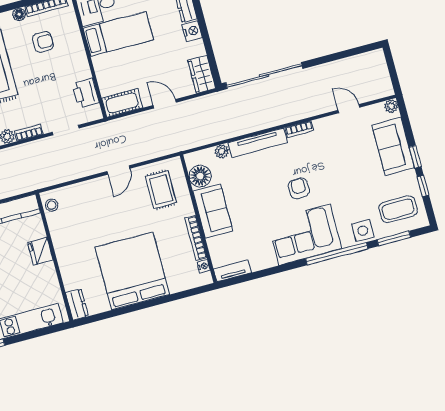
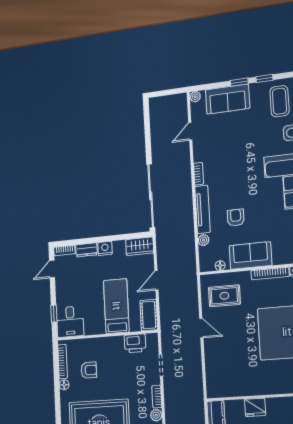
bed: (118, 34) -> (116, 306), moved
armchair: (43, 42) -> (89, 370), turned 90
floor lamp: (200, 176) -> (220, 266), width x0.53, depth x0.53
armchair: (299, 188) -> (236, 218), moved, turned 91
stool: (52, 205) -> (219, 390), removed

